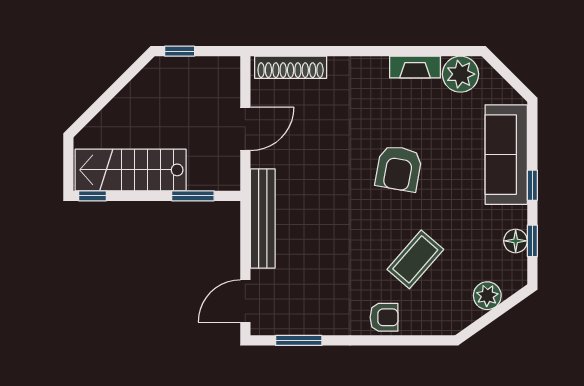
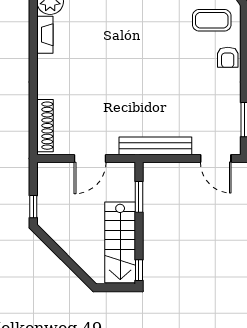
door: (245, 129) -> (90, 159), swing flipped
armchair: (399, 168) -> (119, 47), removed
coffee table: (415, 259) -> (212, 20), moved, turned -41
armchair: (384, 317) -> (228, 57), turned 180

